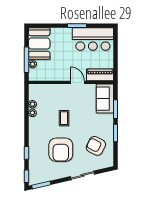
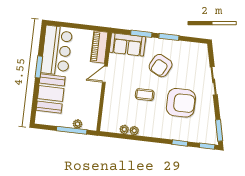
booth: (39, 43) -> (51, 94), moved, turned 90
armchair: (96, 146) -> (161, 66), moved

